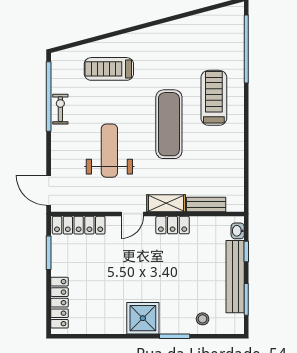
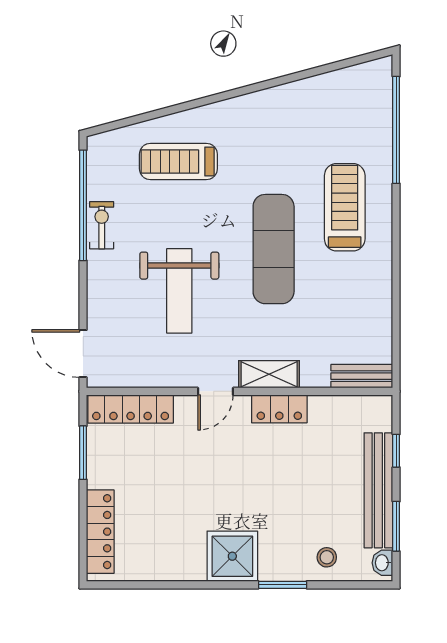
weight bench: (109, 151) -> (179, 291), turned 180
bench: (206, 204) -> (362, 376), moved
washbasin: (238, 231) -> (382, 563), moved

